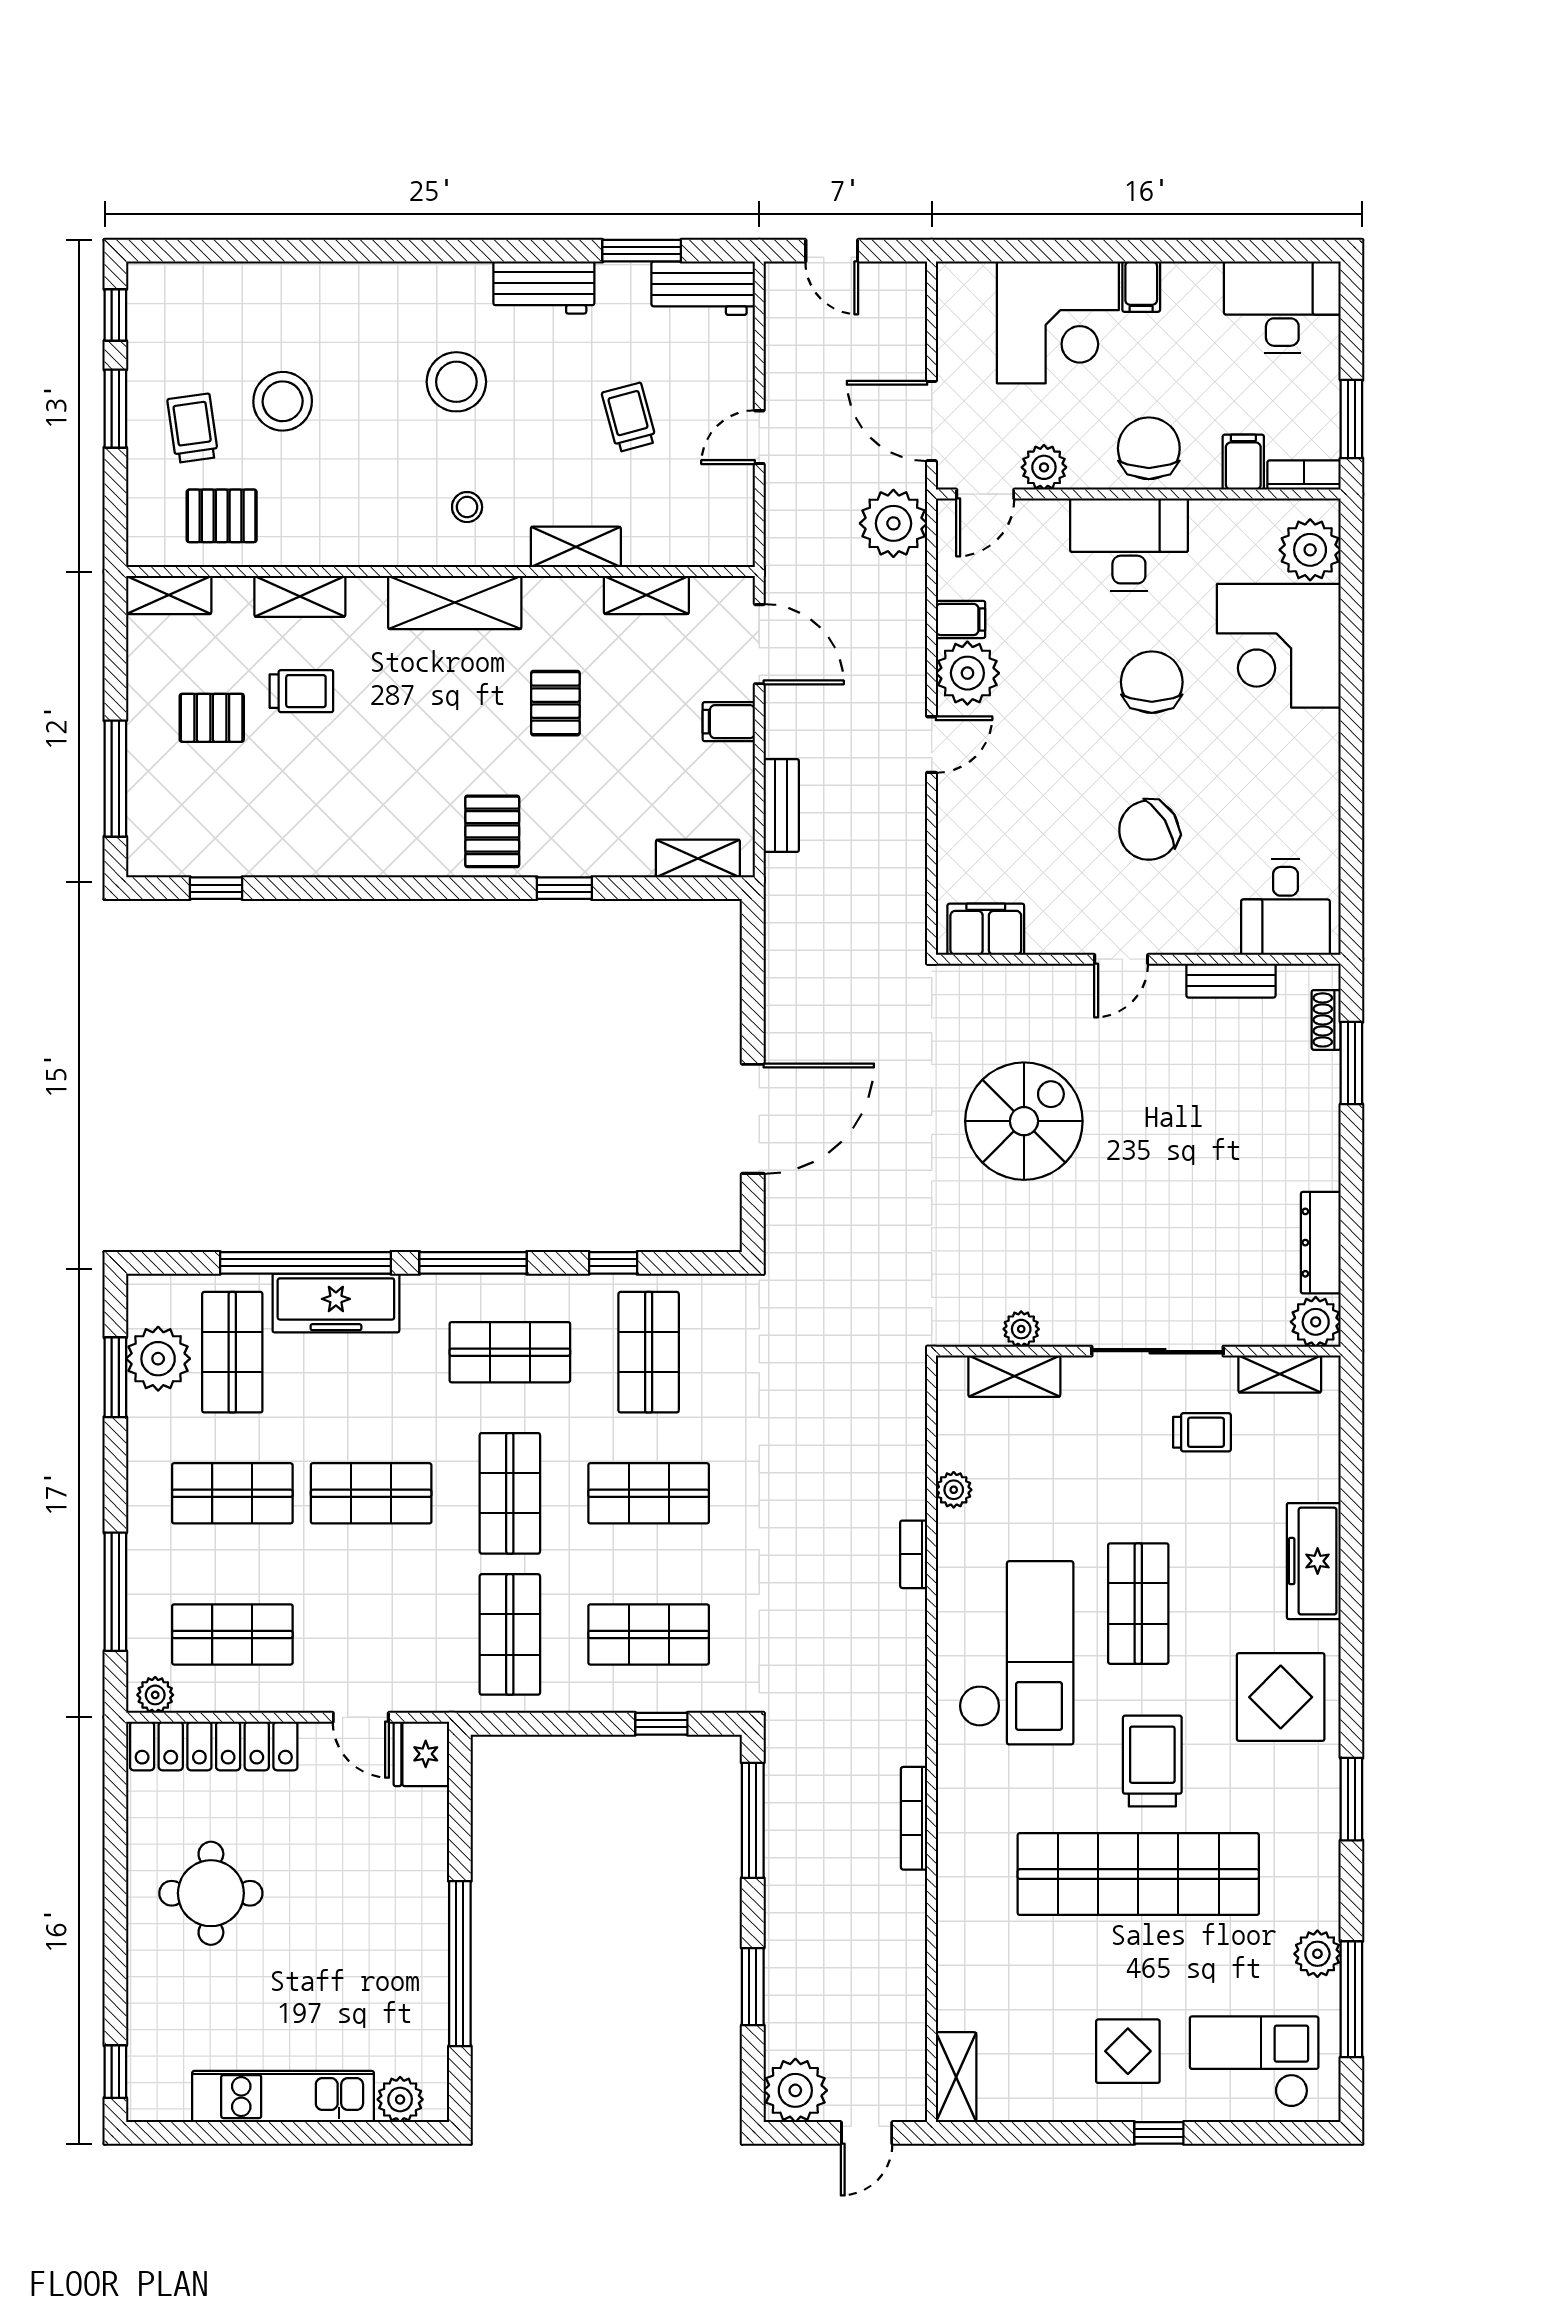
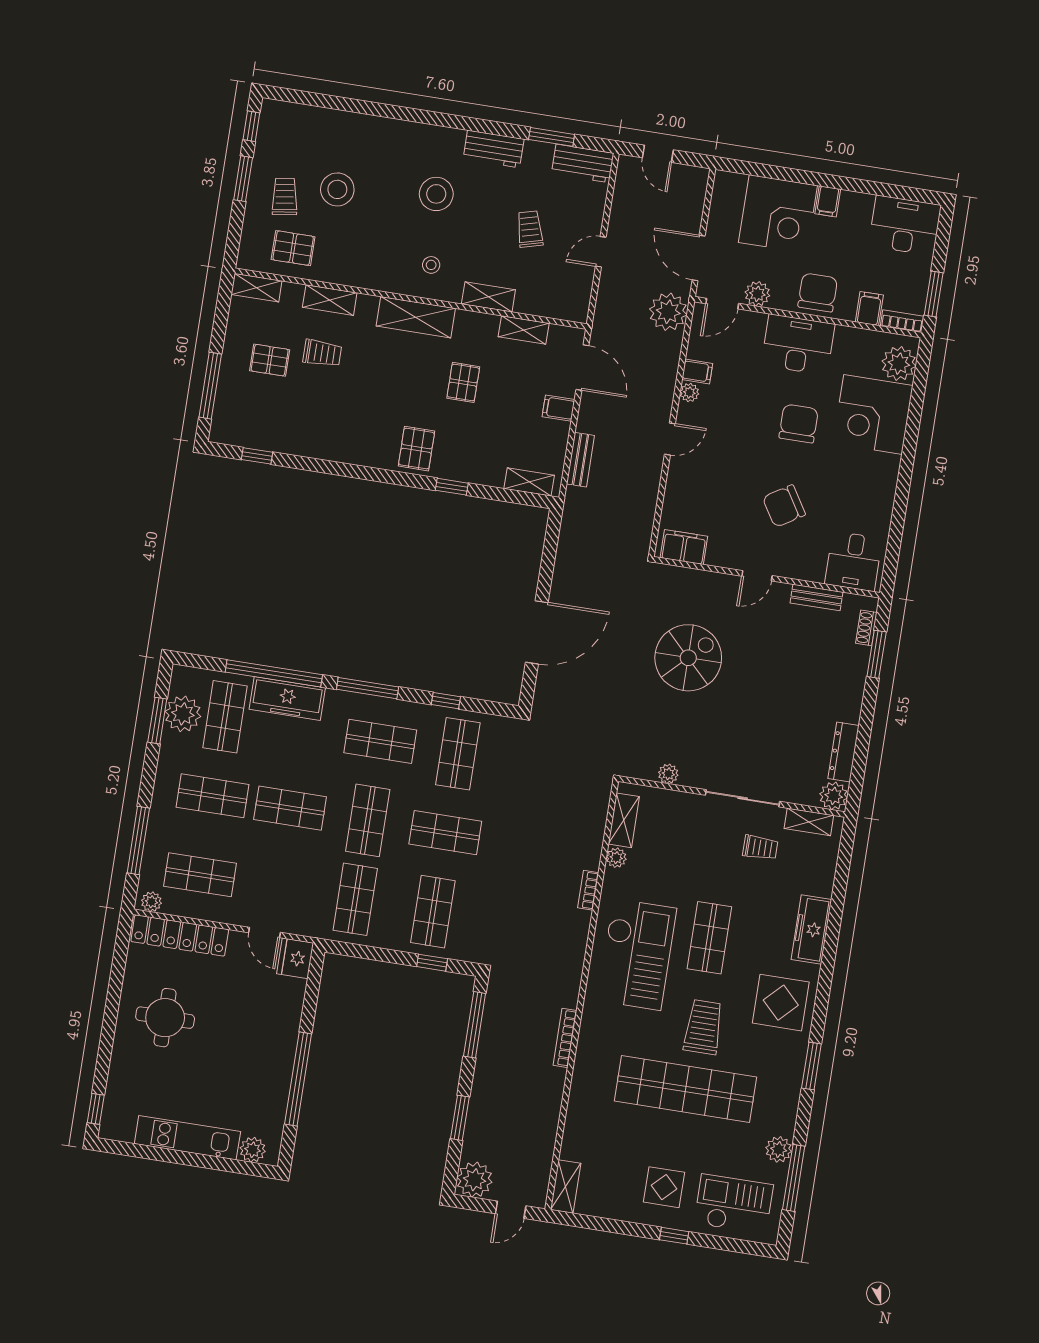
plant: (967, 673) -> (689, 393), width x0.53, depth x0.53
shelving: (1014, 1376) -> (624, 820), moved, turned 90
shop shelf: (649, 1634) -> (433, 912), turned 90

